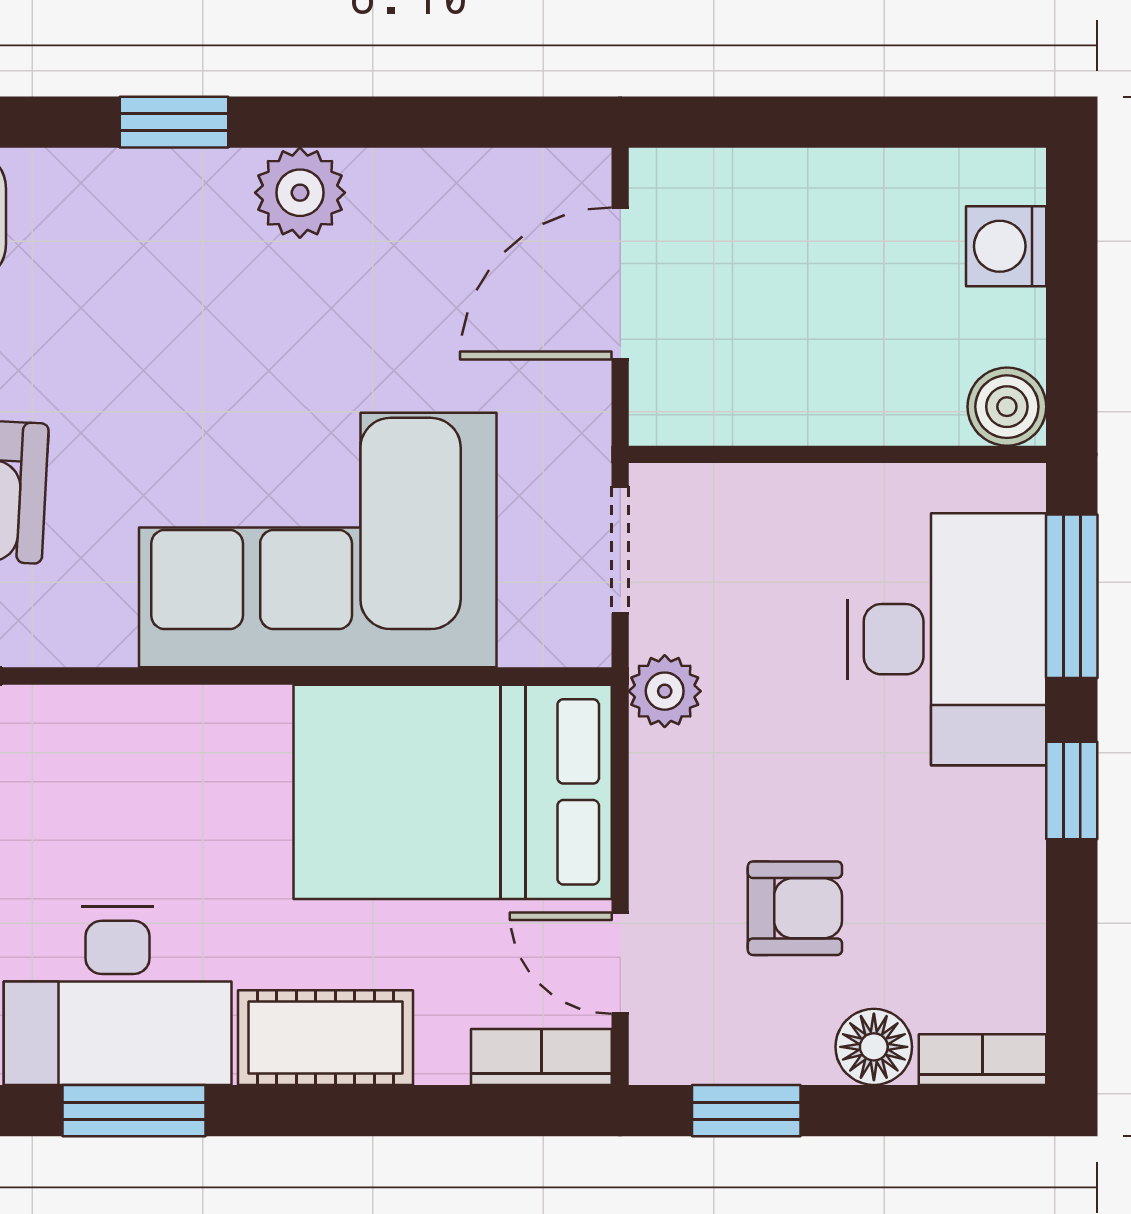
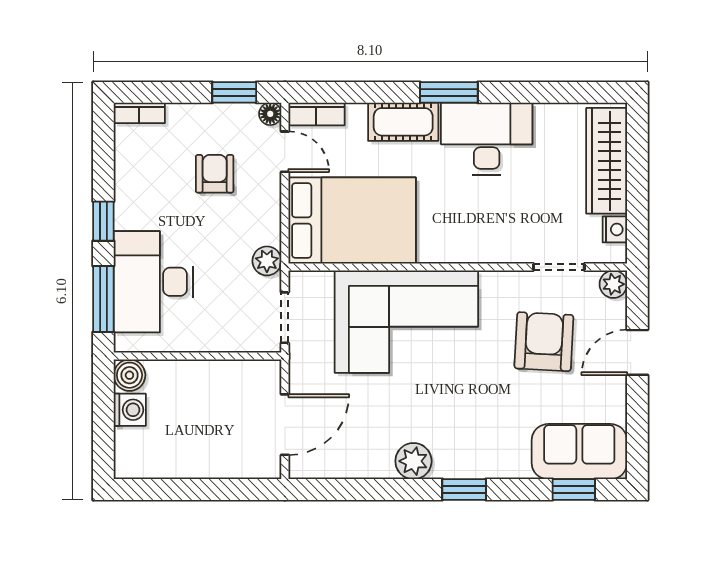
washing machine: (1006, 246) -> (130, 410), moved
armchair: (795, 908) -> (215, 174), turned 90
floor lamp: (874, 1047) -> (270, 114), moved, width x0.73, depth x0.73
window: (134, 1111) -> (449, 92), moved

